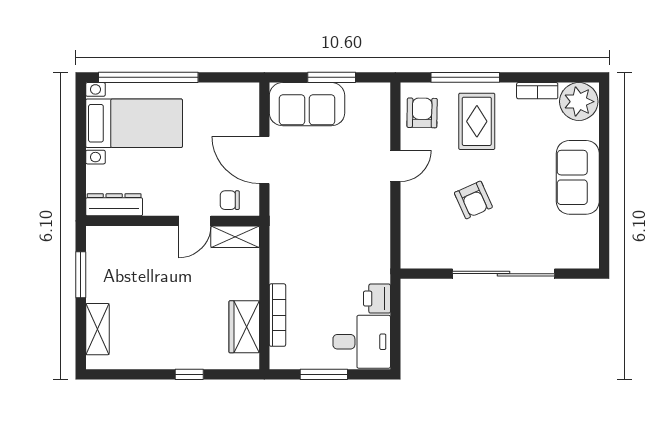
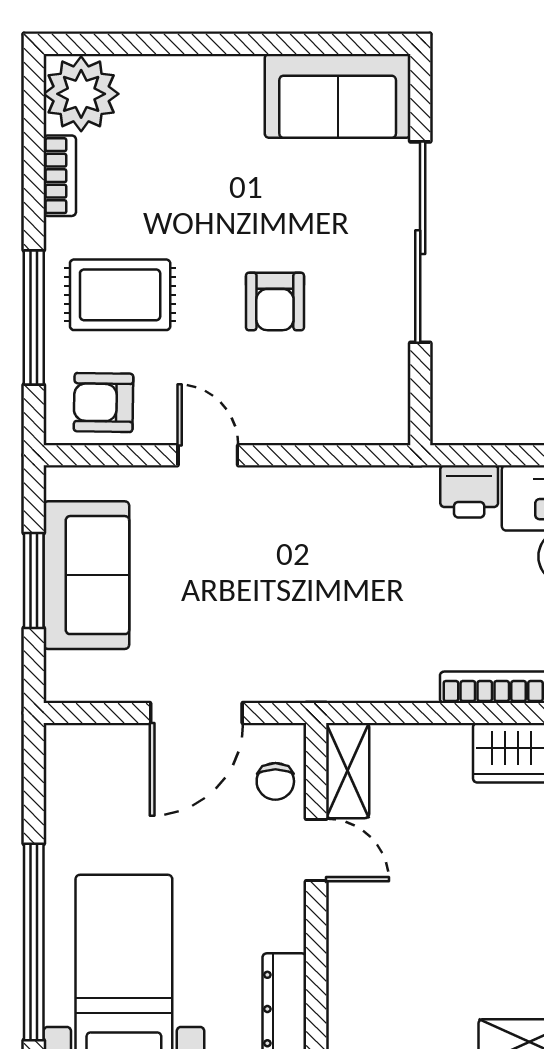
sofa: (307, 104) -> (86, 575), moved
sofa: (578, 177) -> (338, 96), moved
armchair: (473, 200) -> (275, 301), turned 114

